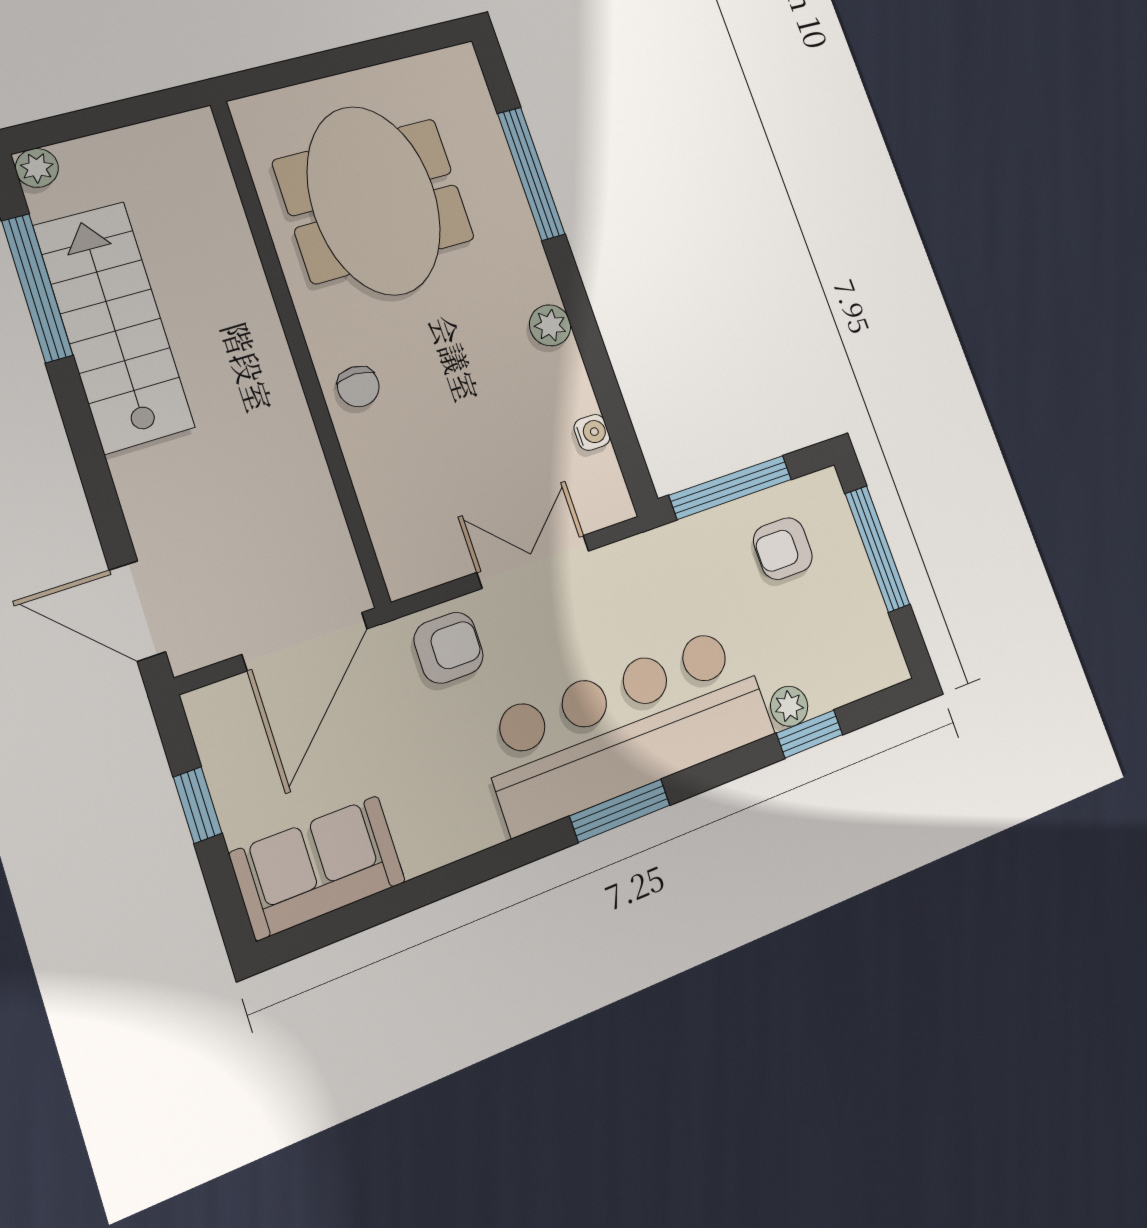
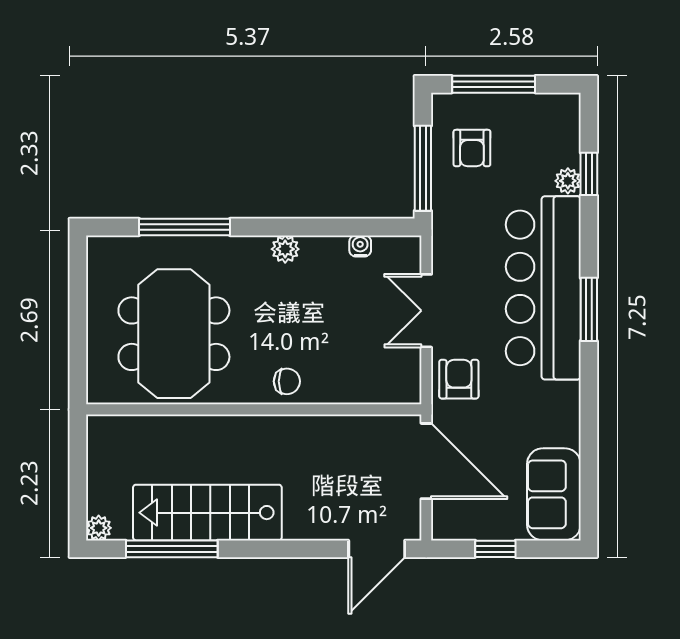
meeting table: (374, 200) -> (174, 334), turned 90

